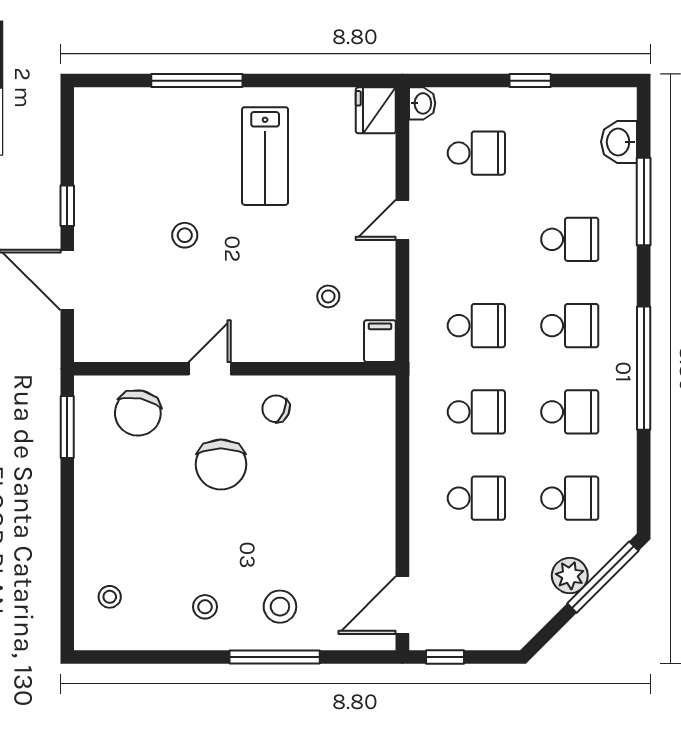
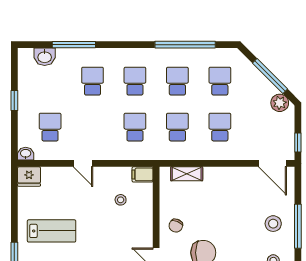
window: (644, 368) -> (185, 45), moved
shelving: (381, 431) -> (187, 174), added
plant: (570, 576) -> (280, 103), moved
window: (603, 577) -> (270, 76), moved

